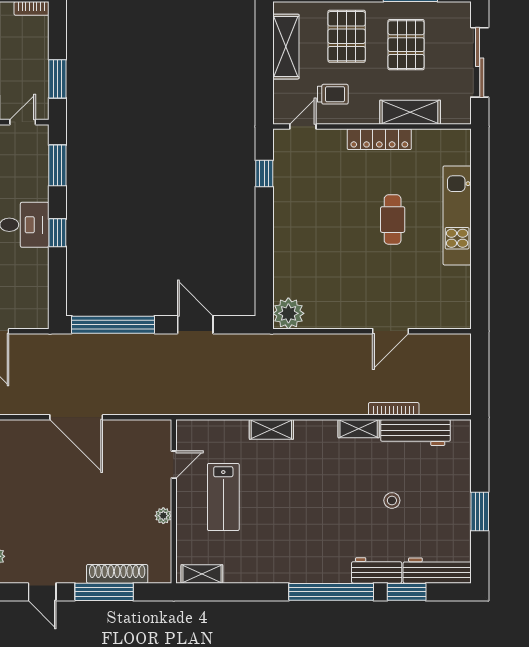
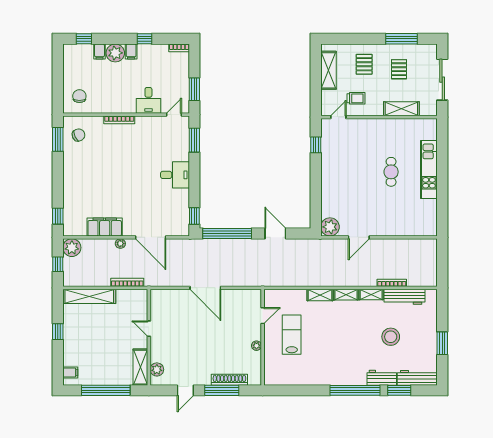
pallet: (347, 36) -> (364, 64), width x0.67, depth x0.71
pallet: (406, 45) -> (399, 69), width x0.67, depth x0.71
locker: (379, 139) -> (383, 125), removed
window: (57, 233) -> (194, 216), moved
door: (390, 331) -> (359, 237), moved
lab bench: (223, 497) -> (292, 335), turned 180
stool: (392, 500) -> (391, 337), width x1.89, depth x1.89
shelving: (202, 574) -> (346, 295), moved
door: (42, 592) -> (185, 390), hinge flipped

